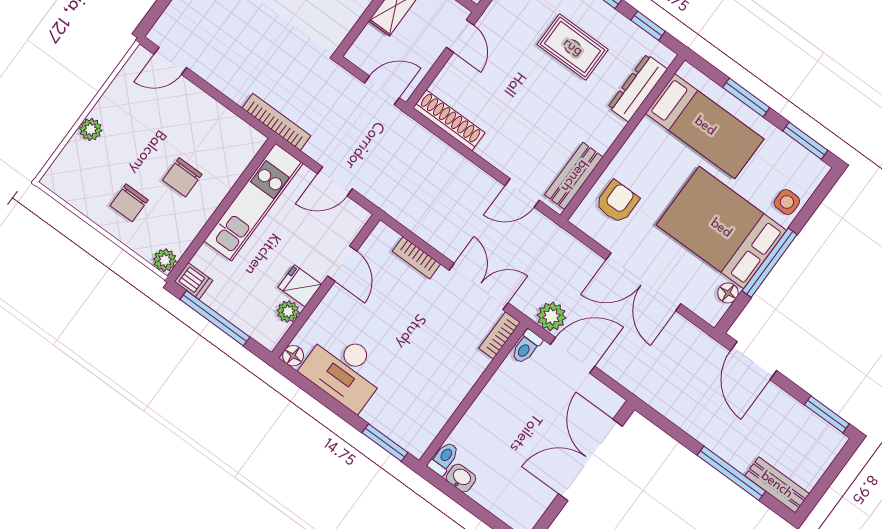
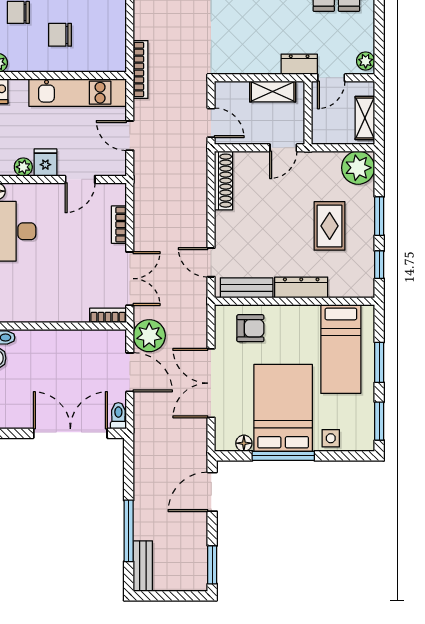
dresser: (638, 88) -> (301, 287), moved
plant: (551, 316) -> (149, 336), width x1.36, depth x1.36
toilet: (526, 347) -> (118, 416), moved, turned 90

